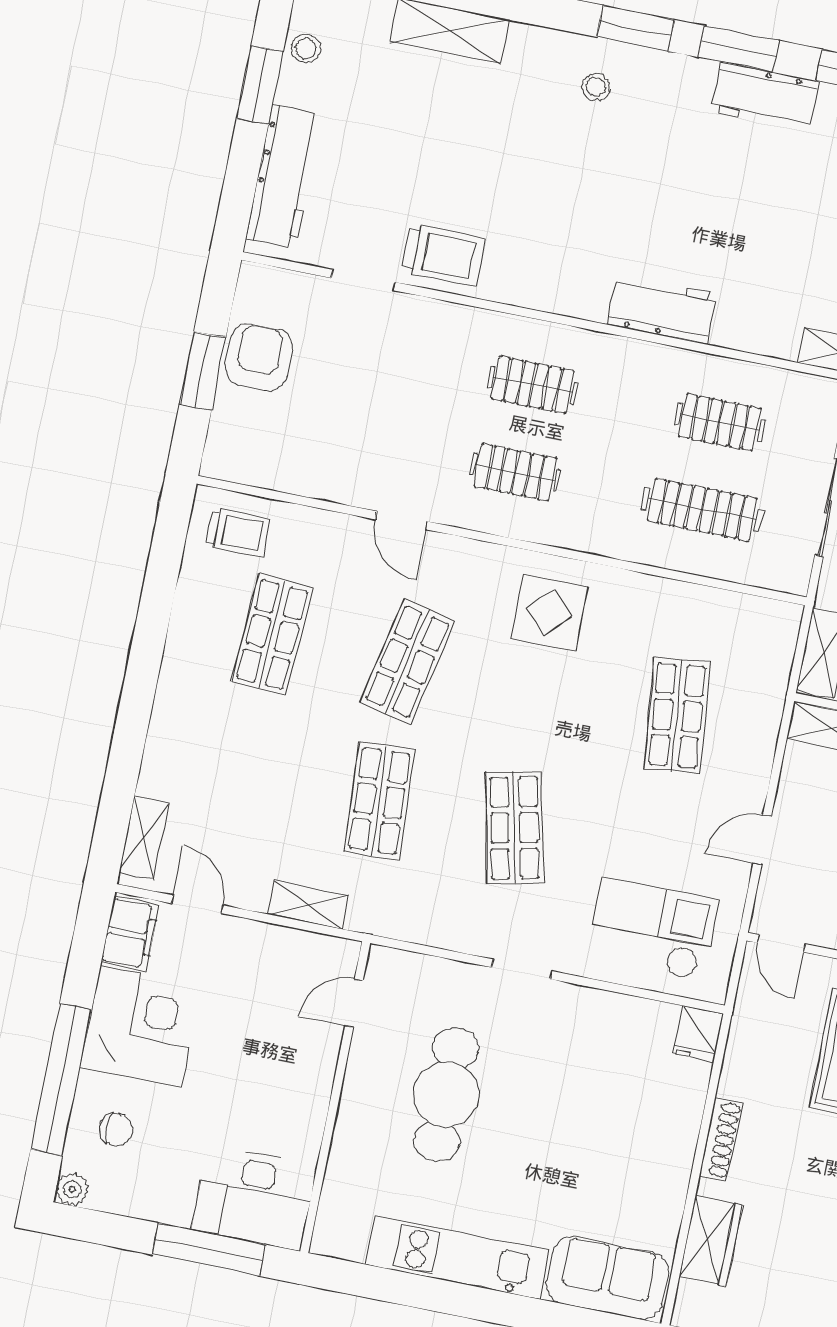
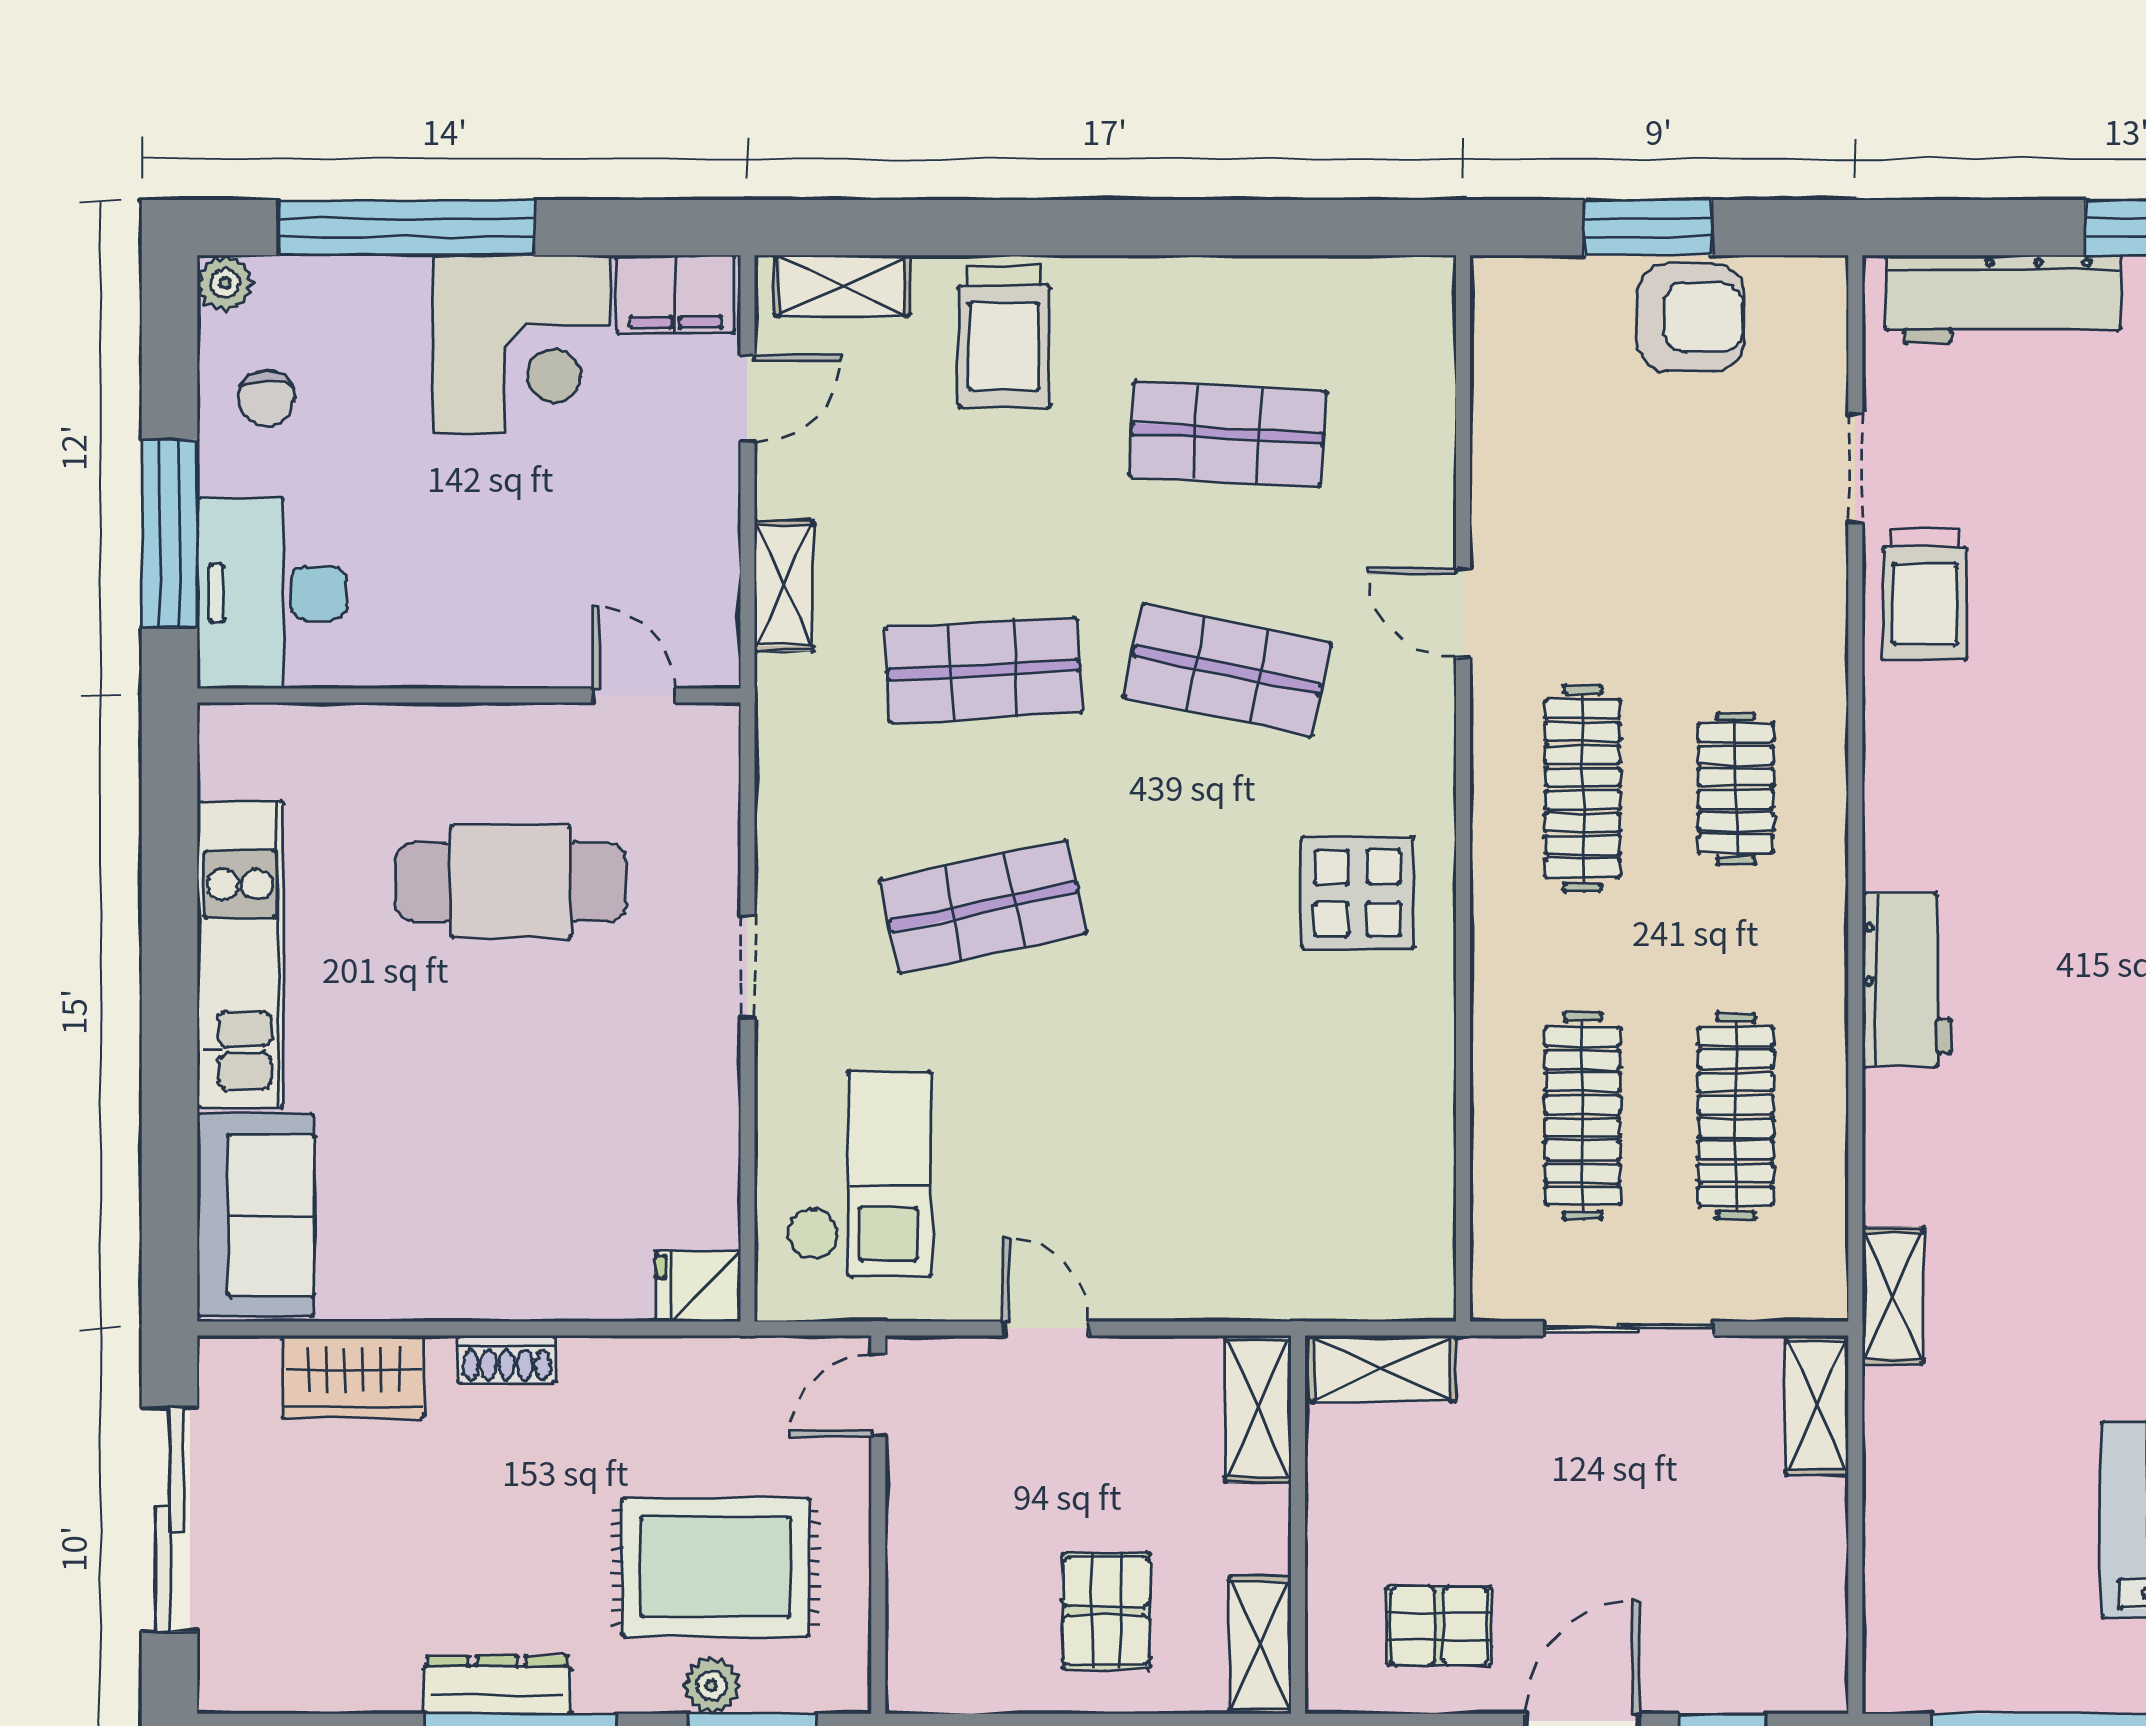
clothes rail: (720, 422) -> (1736, 1116), width x1.36
clothes rail: (515, 472) -> (1583, 788), width x1.36
door: (401, 520) -> (1463, 613), hinge flipped
trolley: (238, 532) -> (1004, 337), moved, width x1.36, depth x1.39
shop shelf: (677, 715) -> (1227, 1143), removed
chair: (116, 1129) -> (266, 398), moved
shoe rack: (721, 1139) -> (507, 1359), width x0.70

